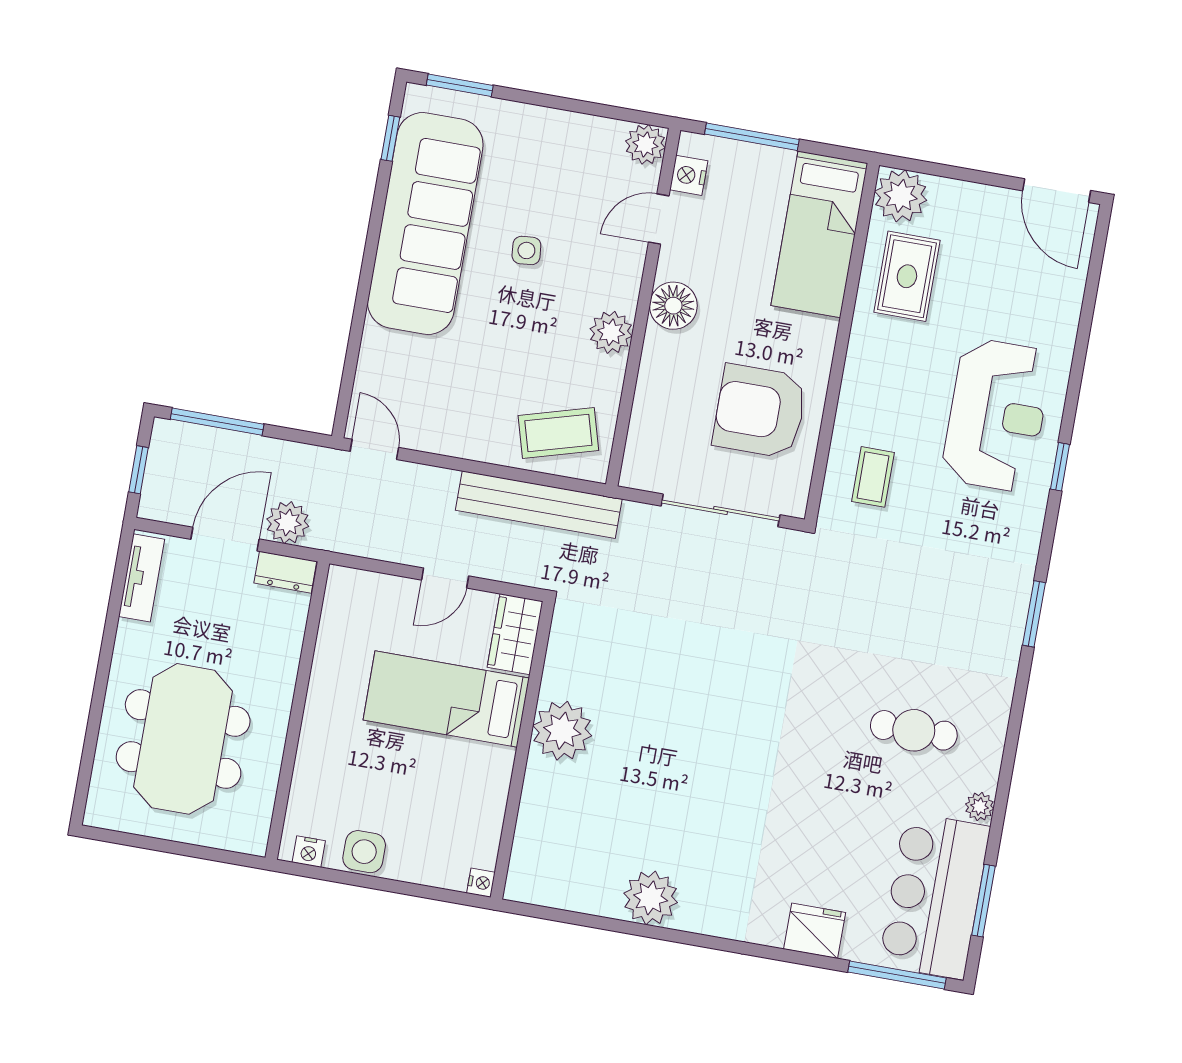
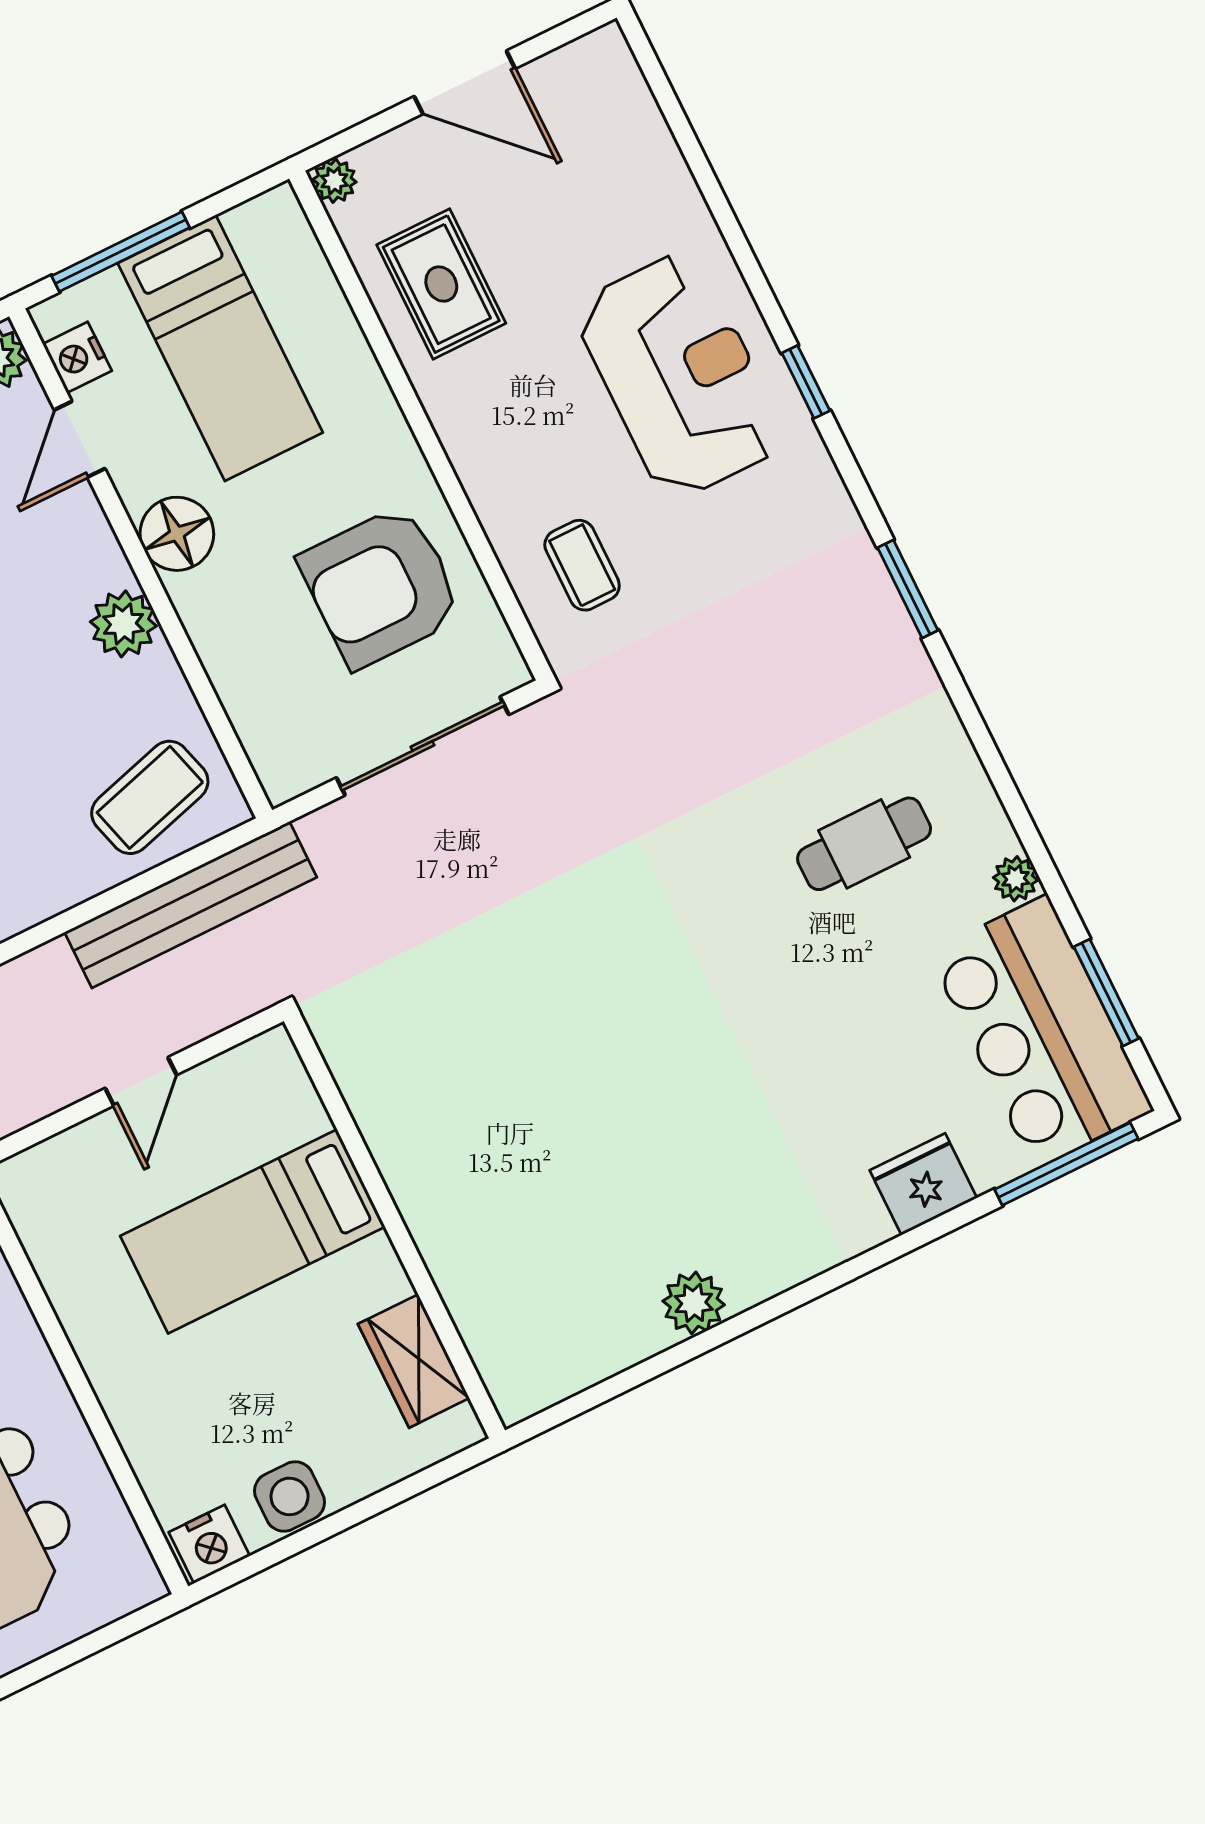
door: (1057, 191) -> (465, 82), moved
plant: (901, 196) -> (334, 181), width x0.53, depth x0.53
bed: (819, 234) -> (220, 348), moved
wardrobe: (515, 634) -> (414, 1361), moved
plant: (562, 731) -> (426, 1165), removed
nightstand: (309, 852) -> (209, 1544), width x1.39, depth x1.35
nightstand: (481, 883) -> (463, 1429), removed
plant: (651, 898) -> (694, 1303), width x0.73, depth x0.73

